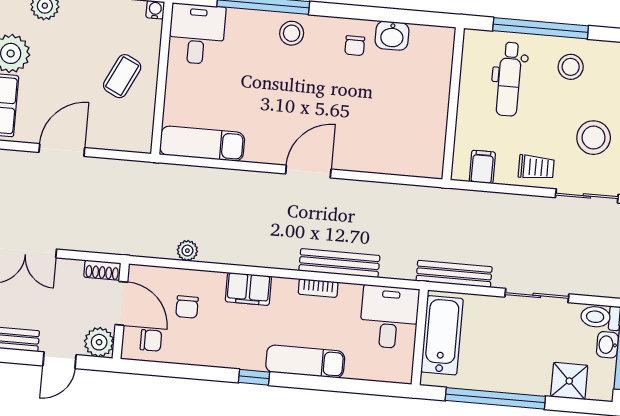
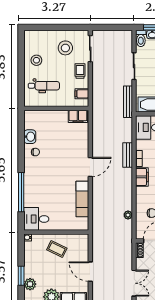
window: (541, 28) -> (21, 74), removed
stool: (292, 33) -> (33, 179), removed
exam couch: (202, 144) -> (82, 199), moved
filing cabinet: (430, 153) -> (78, 116), added
door: (308, 172) -> (90, 167), swing flipped
bench: (339, 263) -> (128, 155), width x0.73
filing cabinet: (248, 289) -> (142, 177), moved

